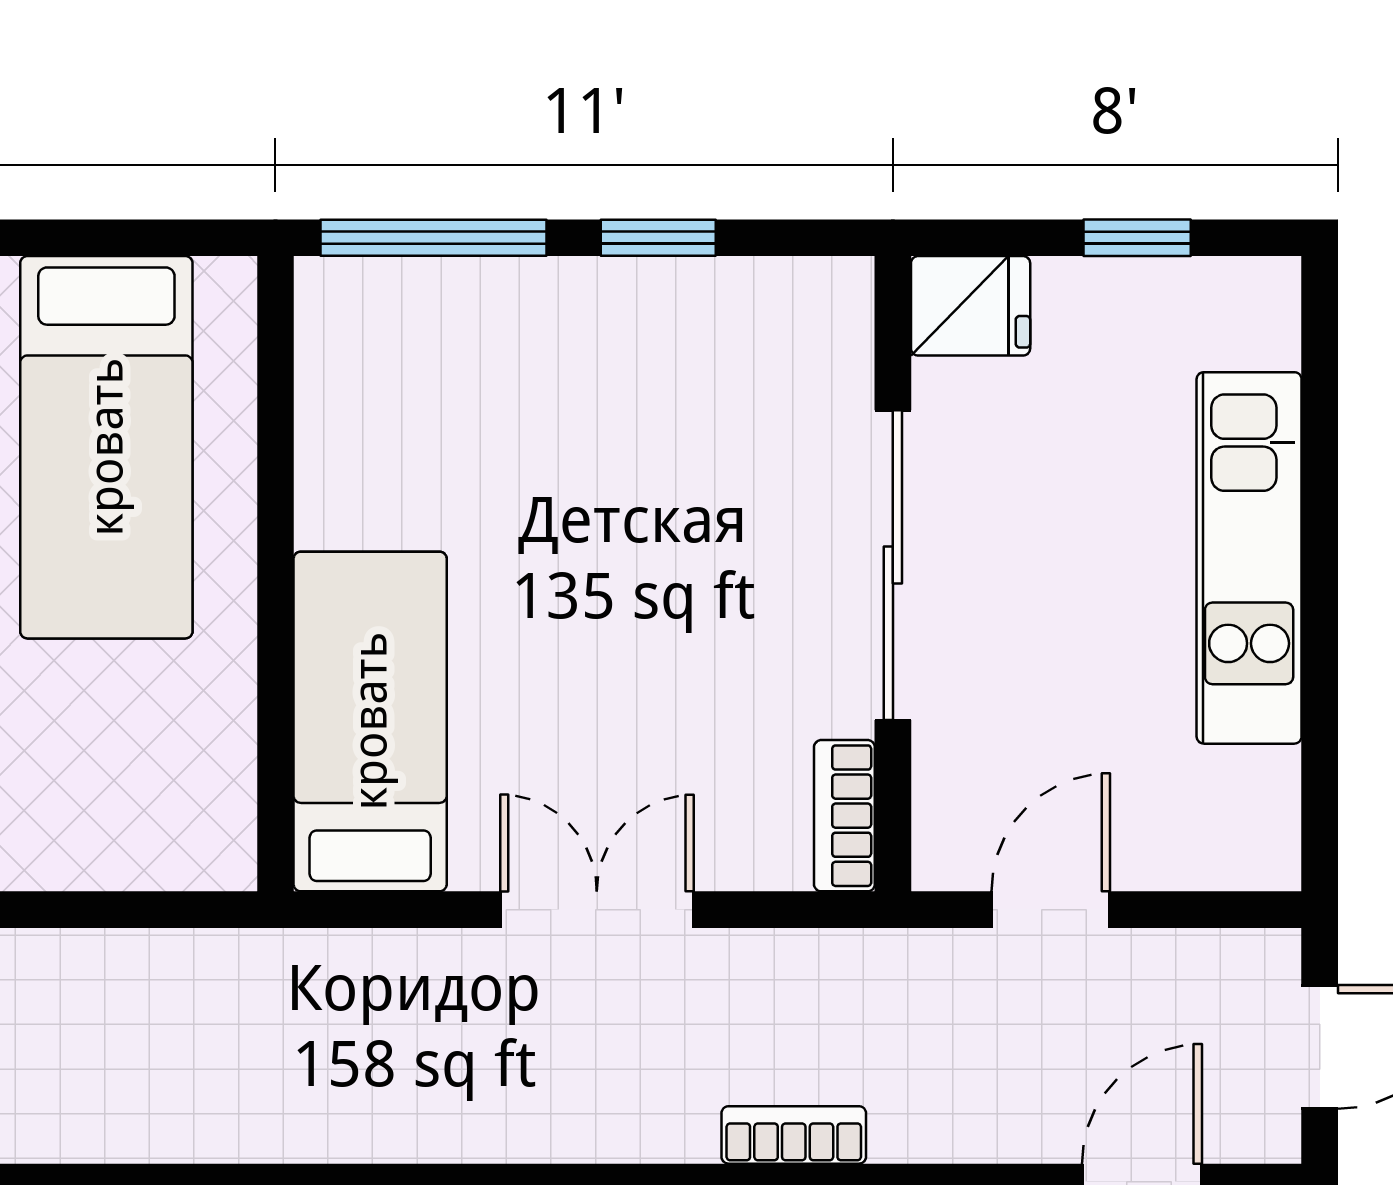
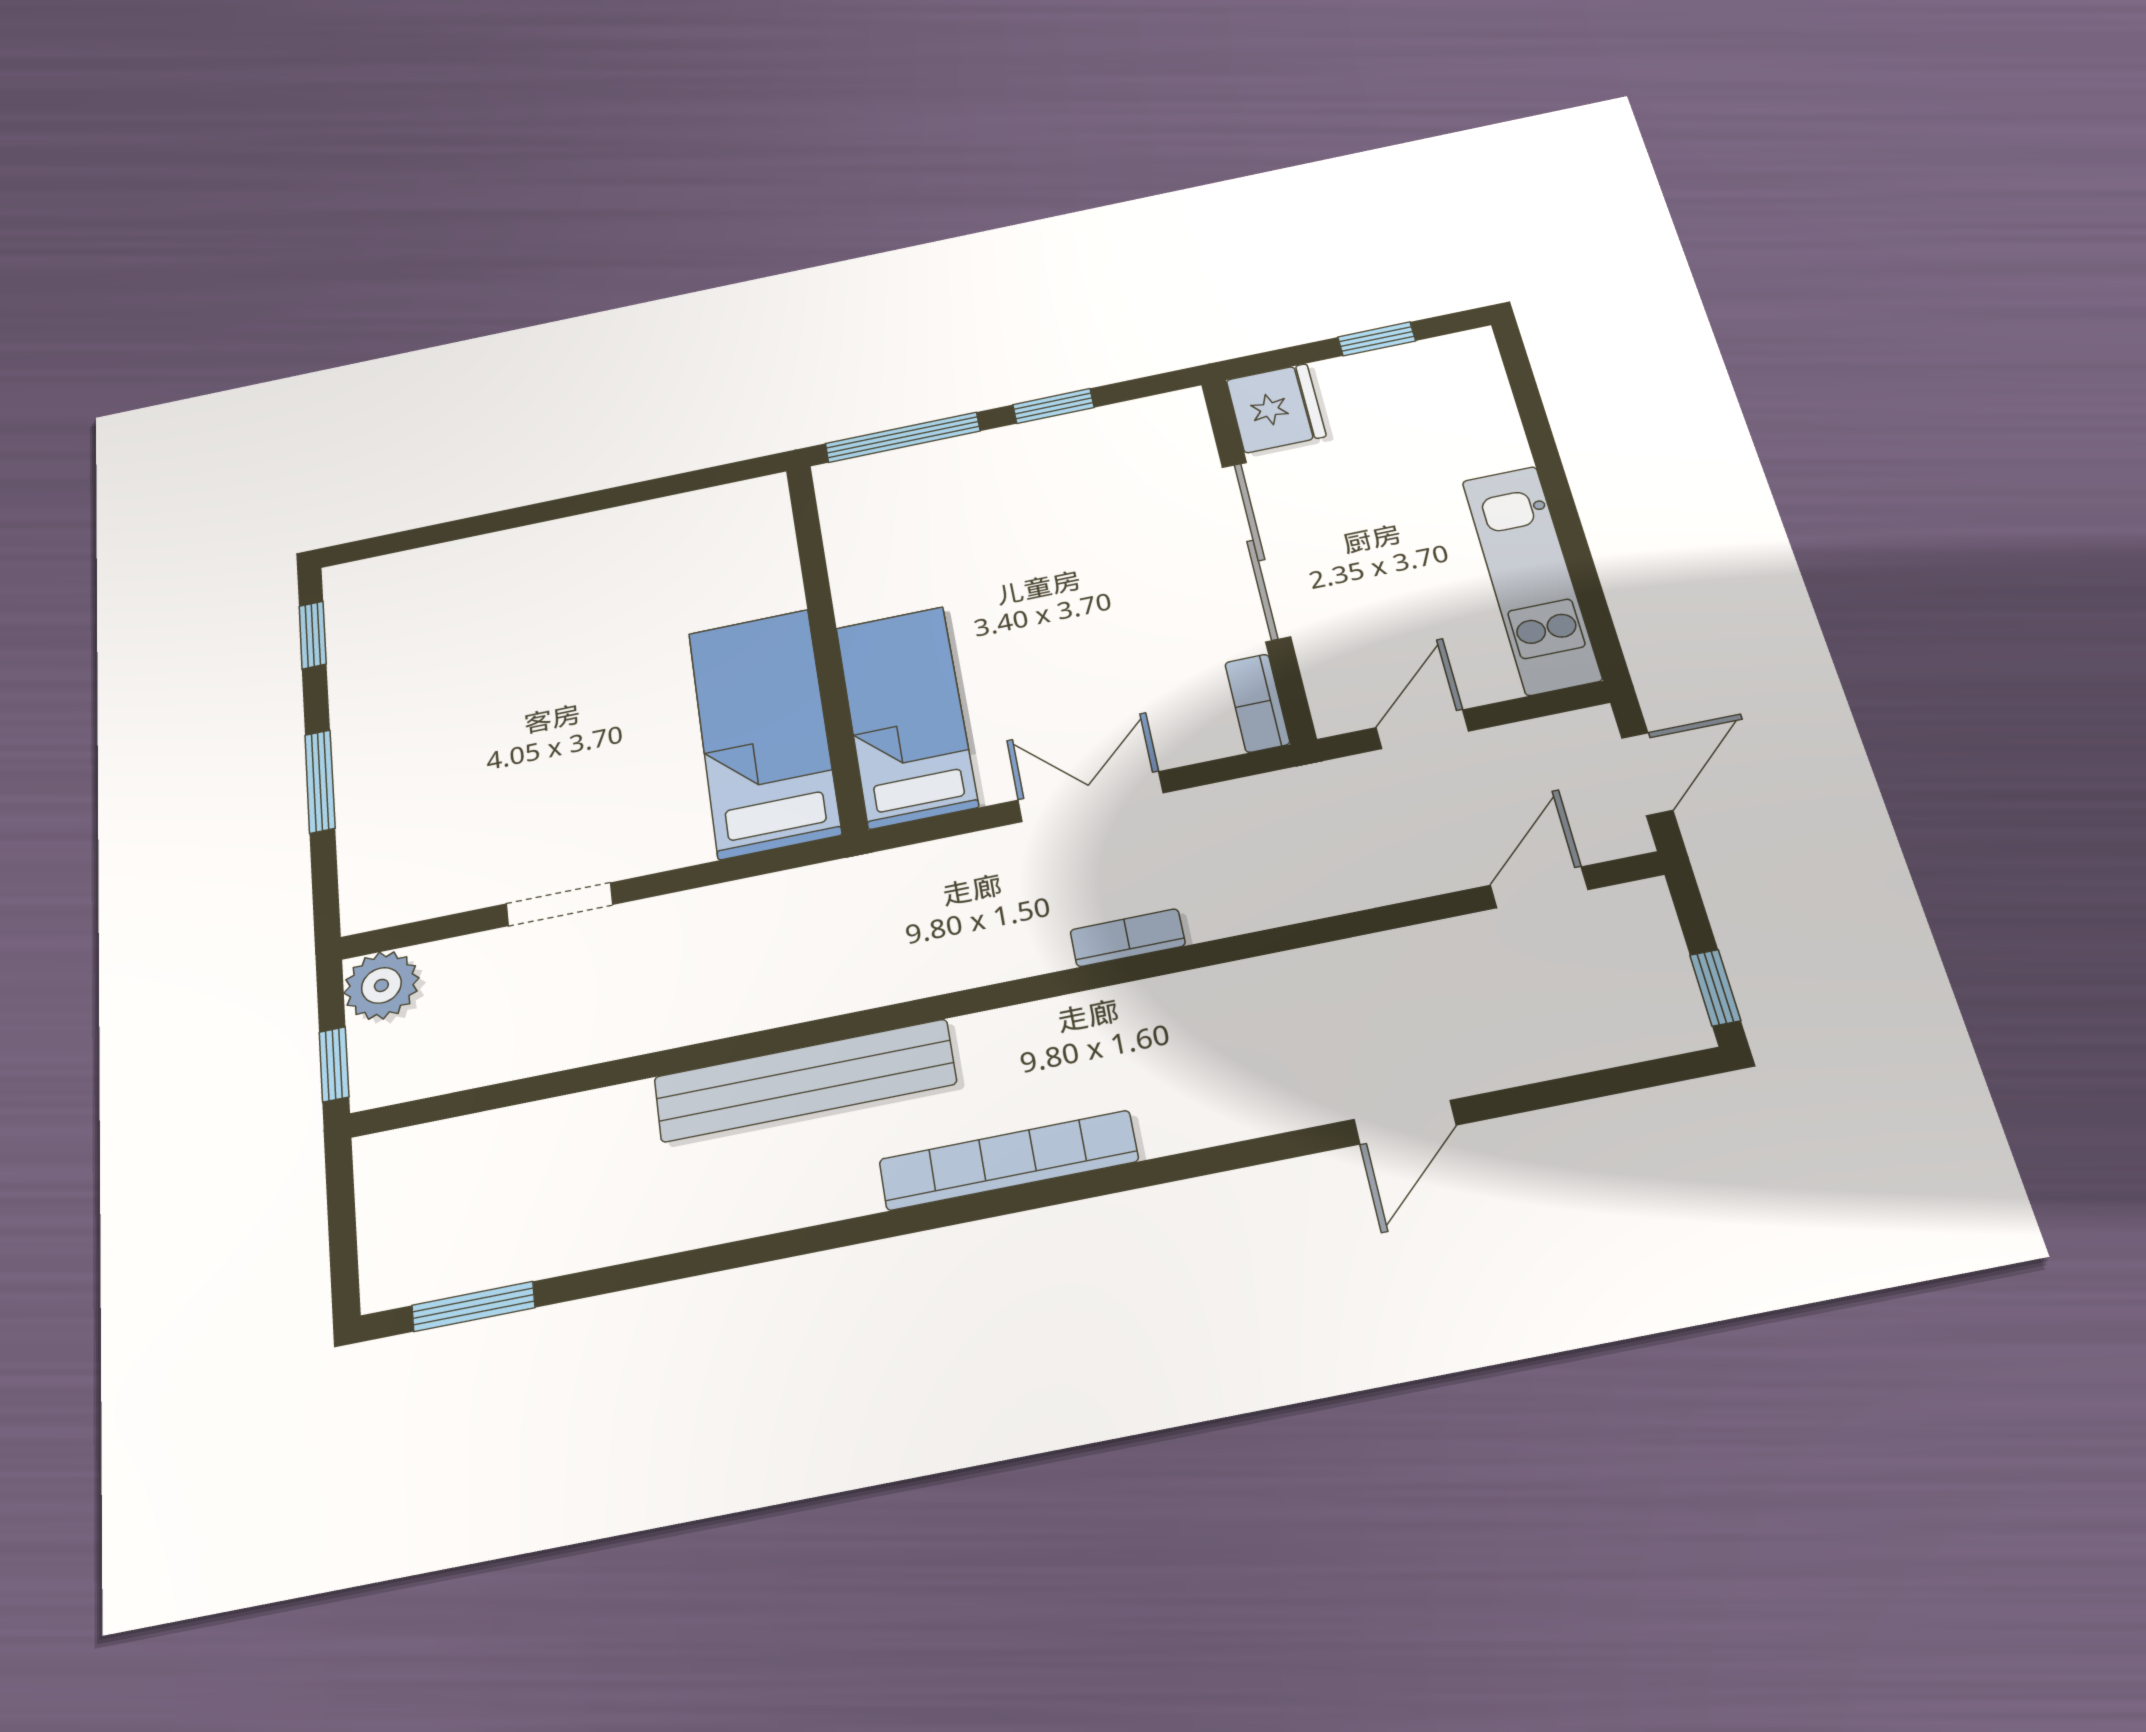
fridge: (971, 306) -> (1276, 408), width x1.38
bed: (106, 447) -> (764, 732), moved, turned 180
kitchen unit: (1249, 558) -> (1531, 579), moved
bookcase: (794, 1135) -> (1128, 938), moved

